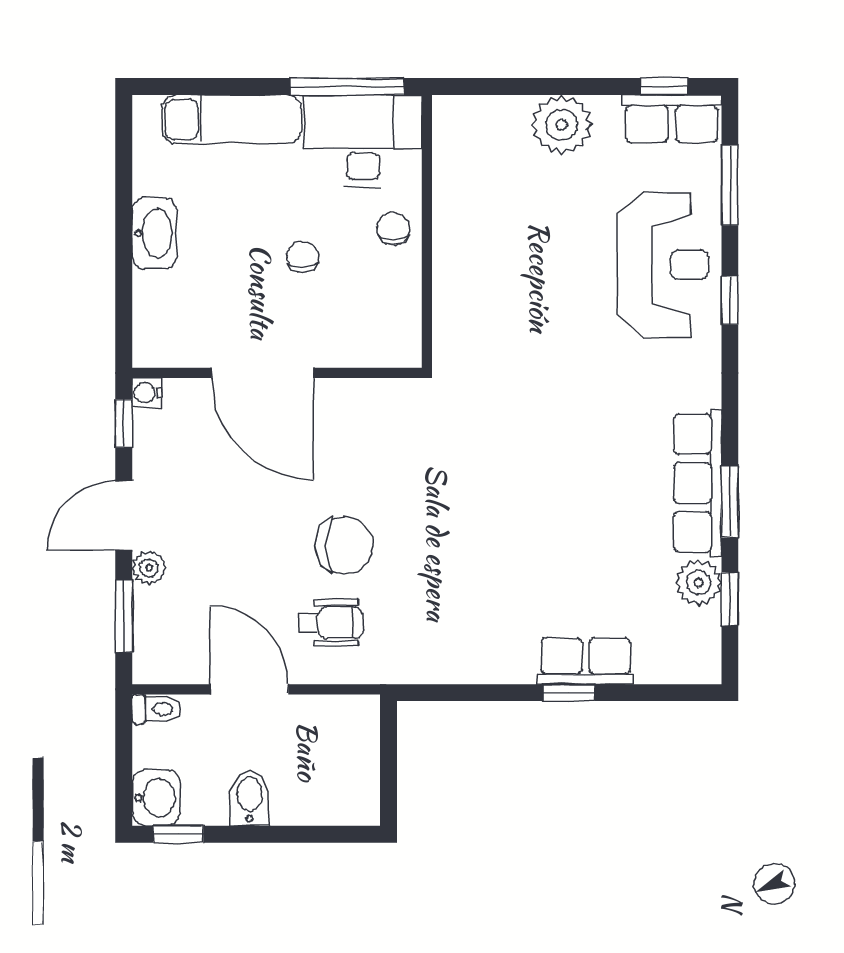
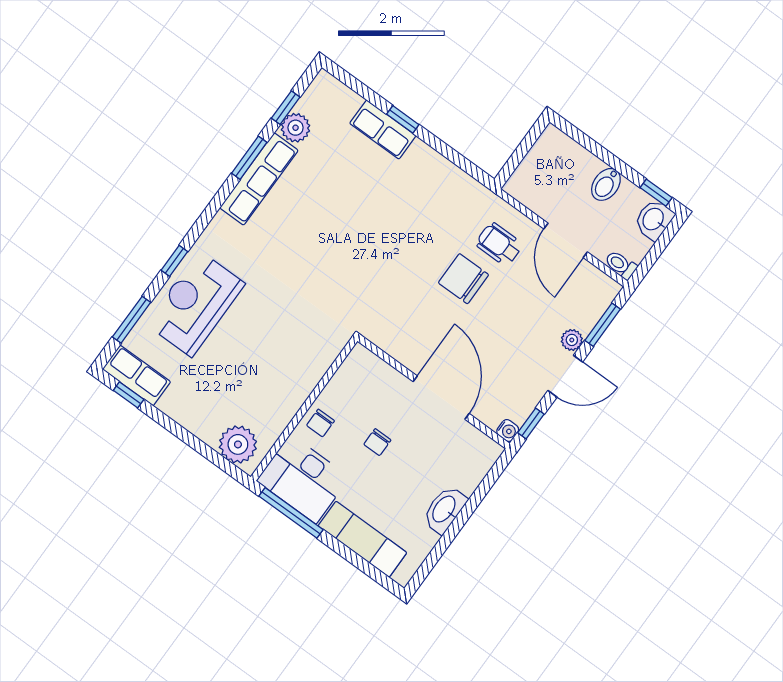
plant: (562, 125) -> (238, 444), moved

